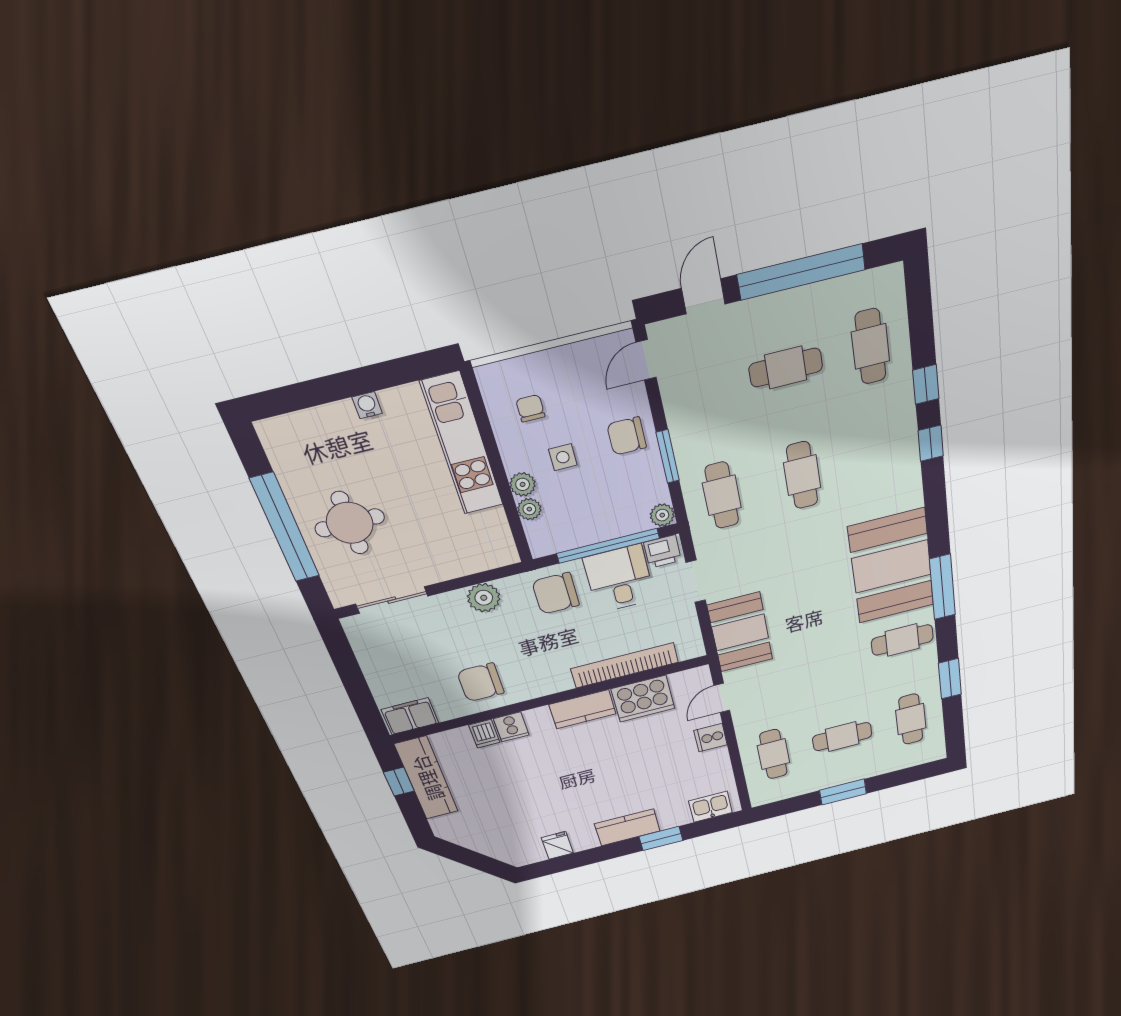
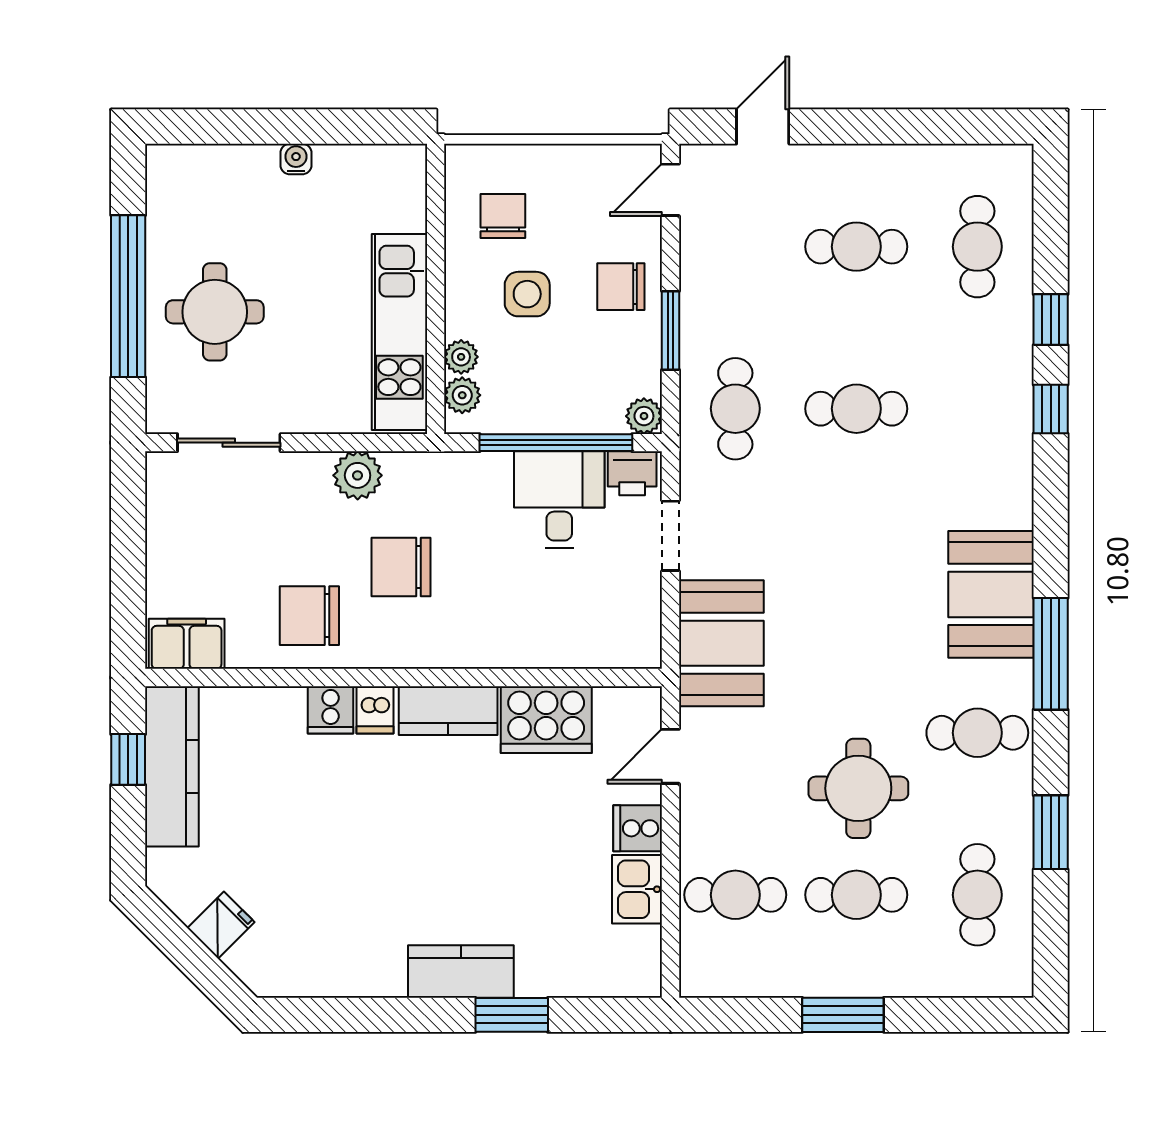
window: (801, 272) -> (896, 127), removed
chair: (530, 408) -> (503, 216), width x1.37, depth x1.37
kitchen unit: (462, 444) -> (399, 332), moved
side table: (563, 457) -> (527, 294), width x1.37, depth x1.37
cafe table: (802, 475) -> (856, 409), turned 90
plant: (523, 484) -> (462, 395), moved
booth: (891, 566) -> (991, 594), width x0.73, depth x0.70
chair: (556, 593) -> (401, 567), moved
bookcase: (625, 665) -> (532, 650), removed
round table: (836, 686) -> (858, 788), added
dishwasher: (484, 734) -> (375, 710), moved
cafe table: (773, 754) -> (735, 895), turned 90
kitchen sink: (711, 807) -> (637, 889), moved, turned -90
fridge: (557, 845) -> (221, 925), moved, turned 45

